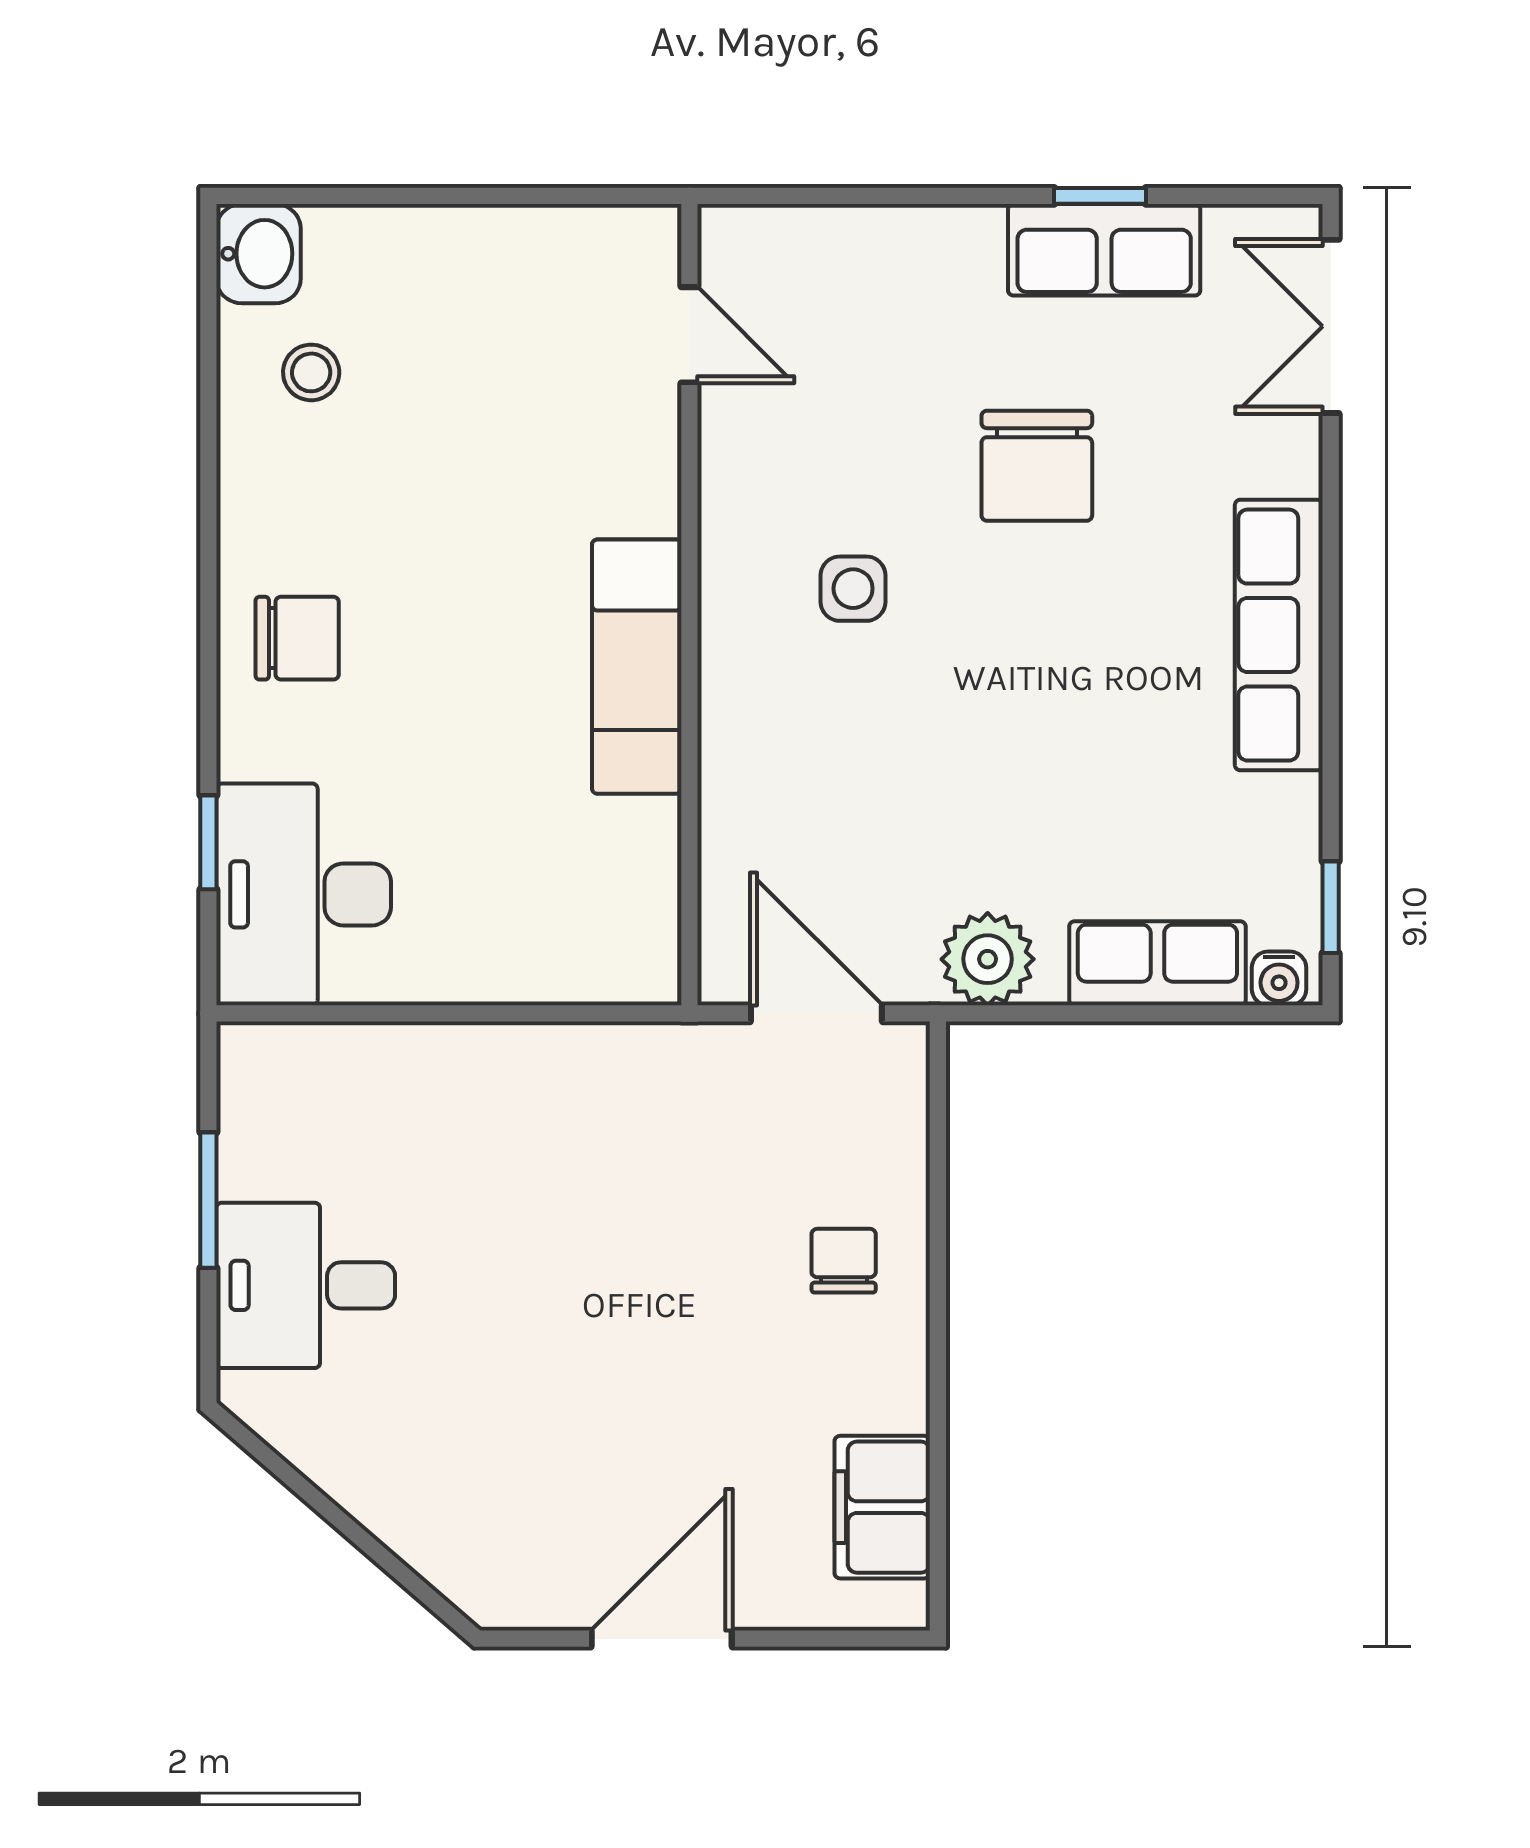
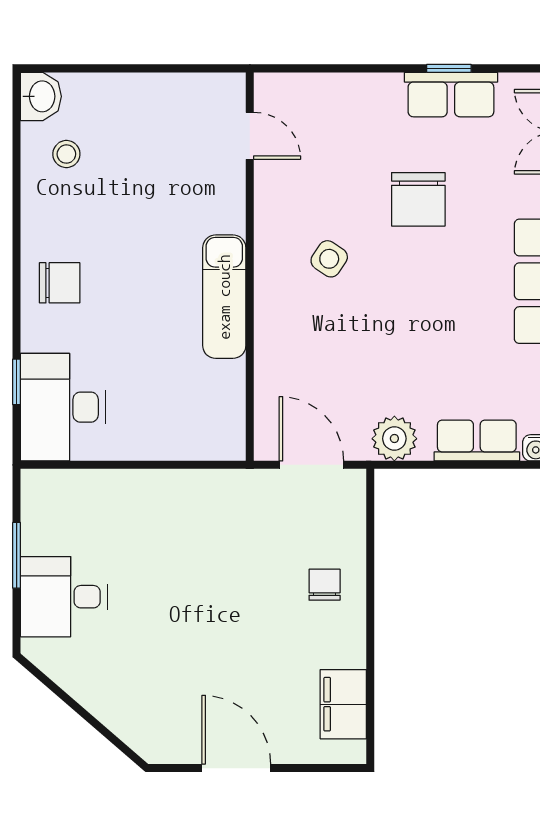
side table: (853, 589) -> (329, 259), turned 34
door: (662, 1639) -> (236, 768), hinge flipped

